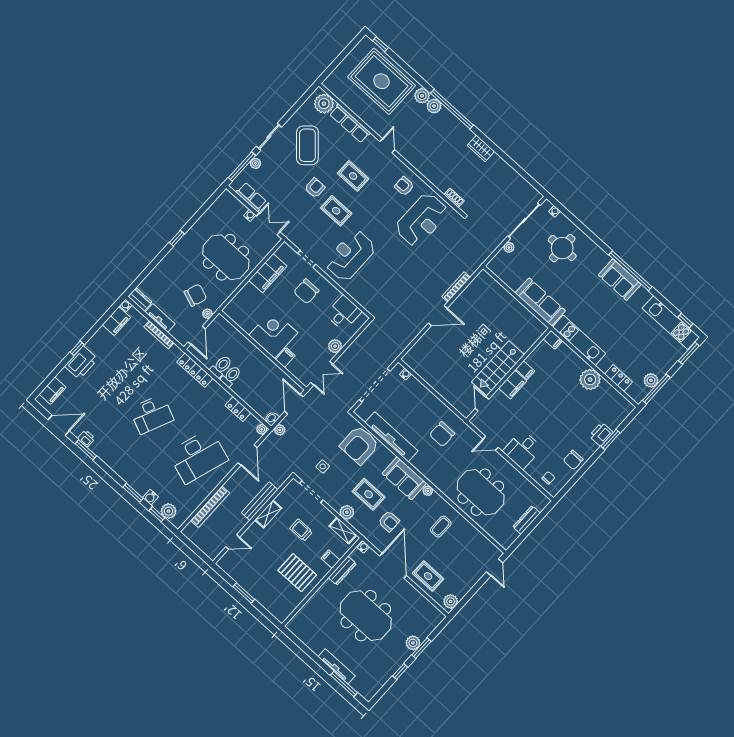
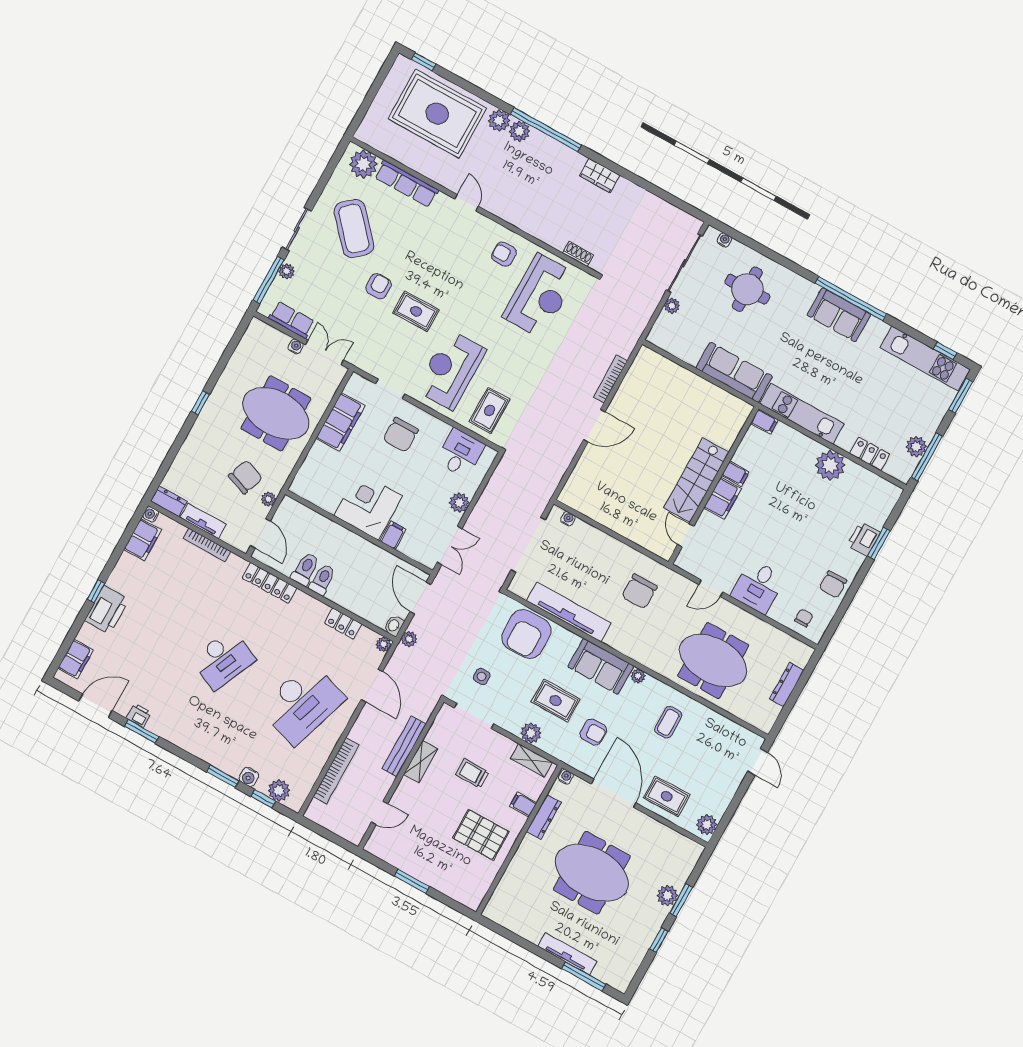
rug: (353, 176) -> (490, 410), moved, turned 90

